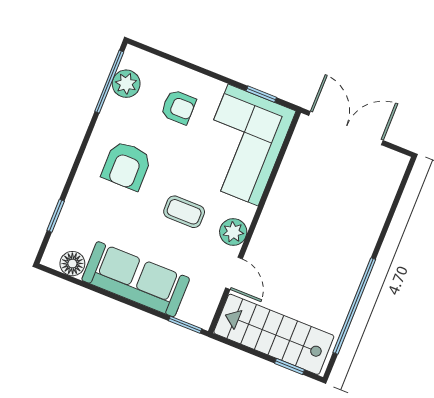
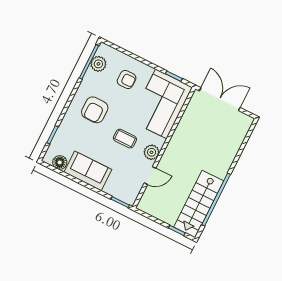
door: (234, 273) -> (150, 176), hinge flipped
sofa: (136, 279) -> (88, 171), width x0.73
stairs: (274, 334) -> (199, 204), moved, turned -90

